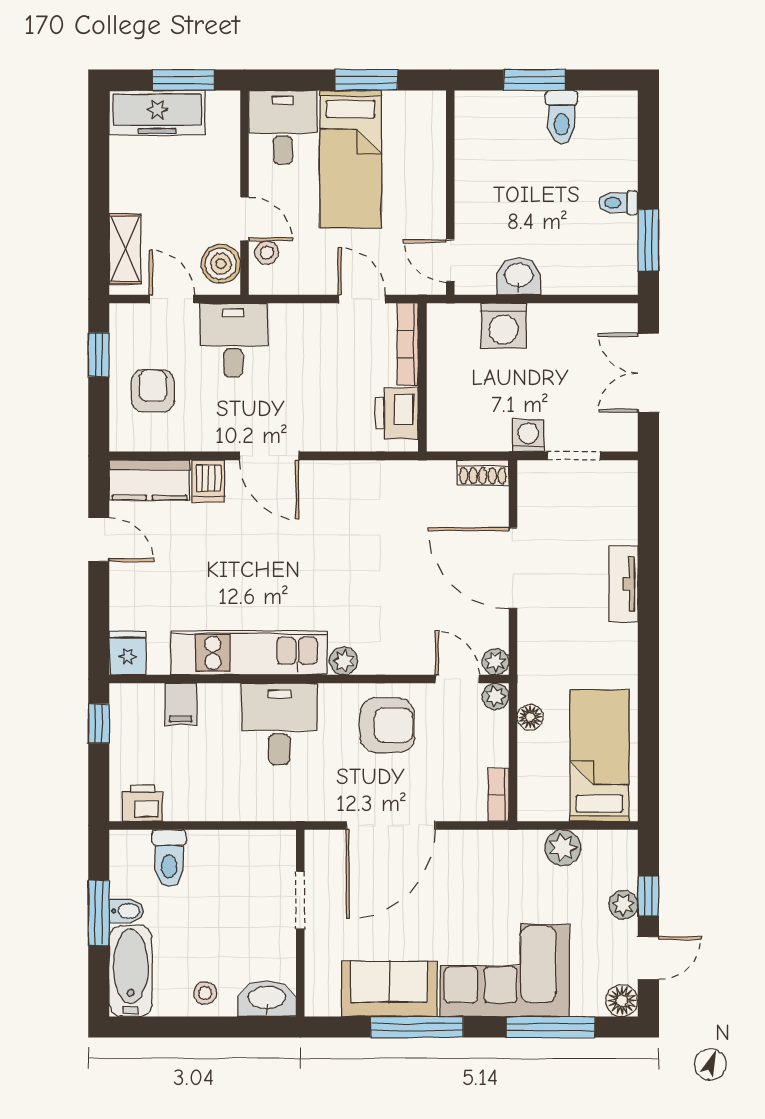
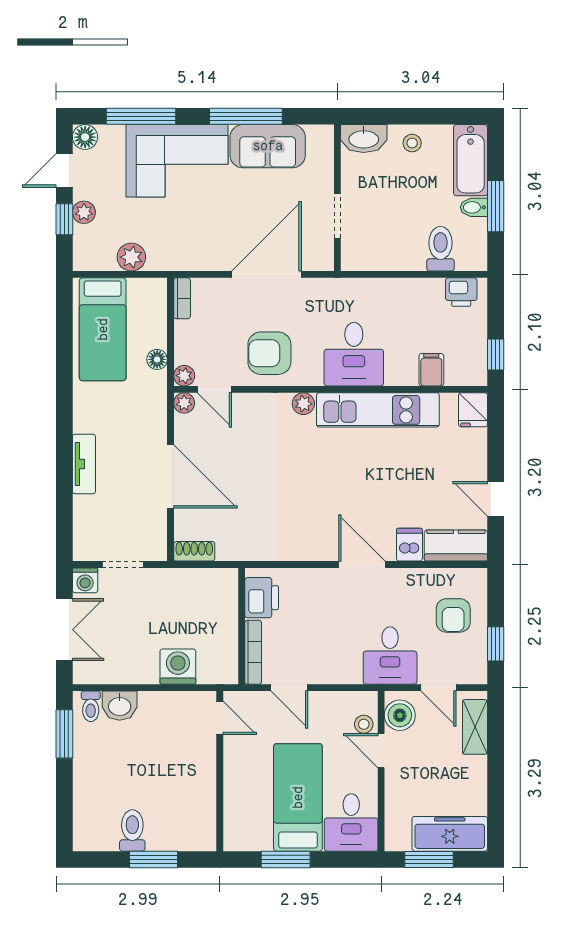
toilet: (618, 203) -> (91, 706), moved, turned 90
washbasin: (519, 276) -> (120, 706), moved
washing machine: (528, 436) -> (85, 580), moved

